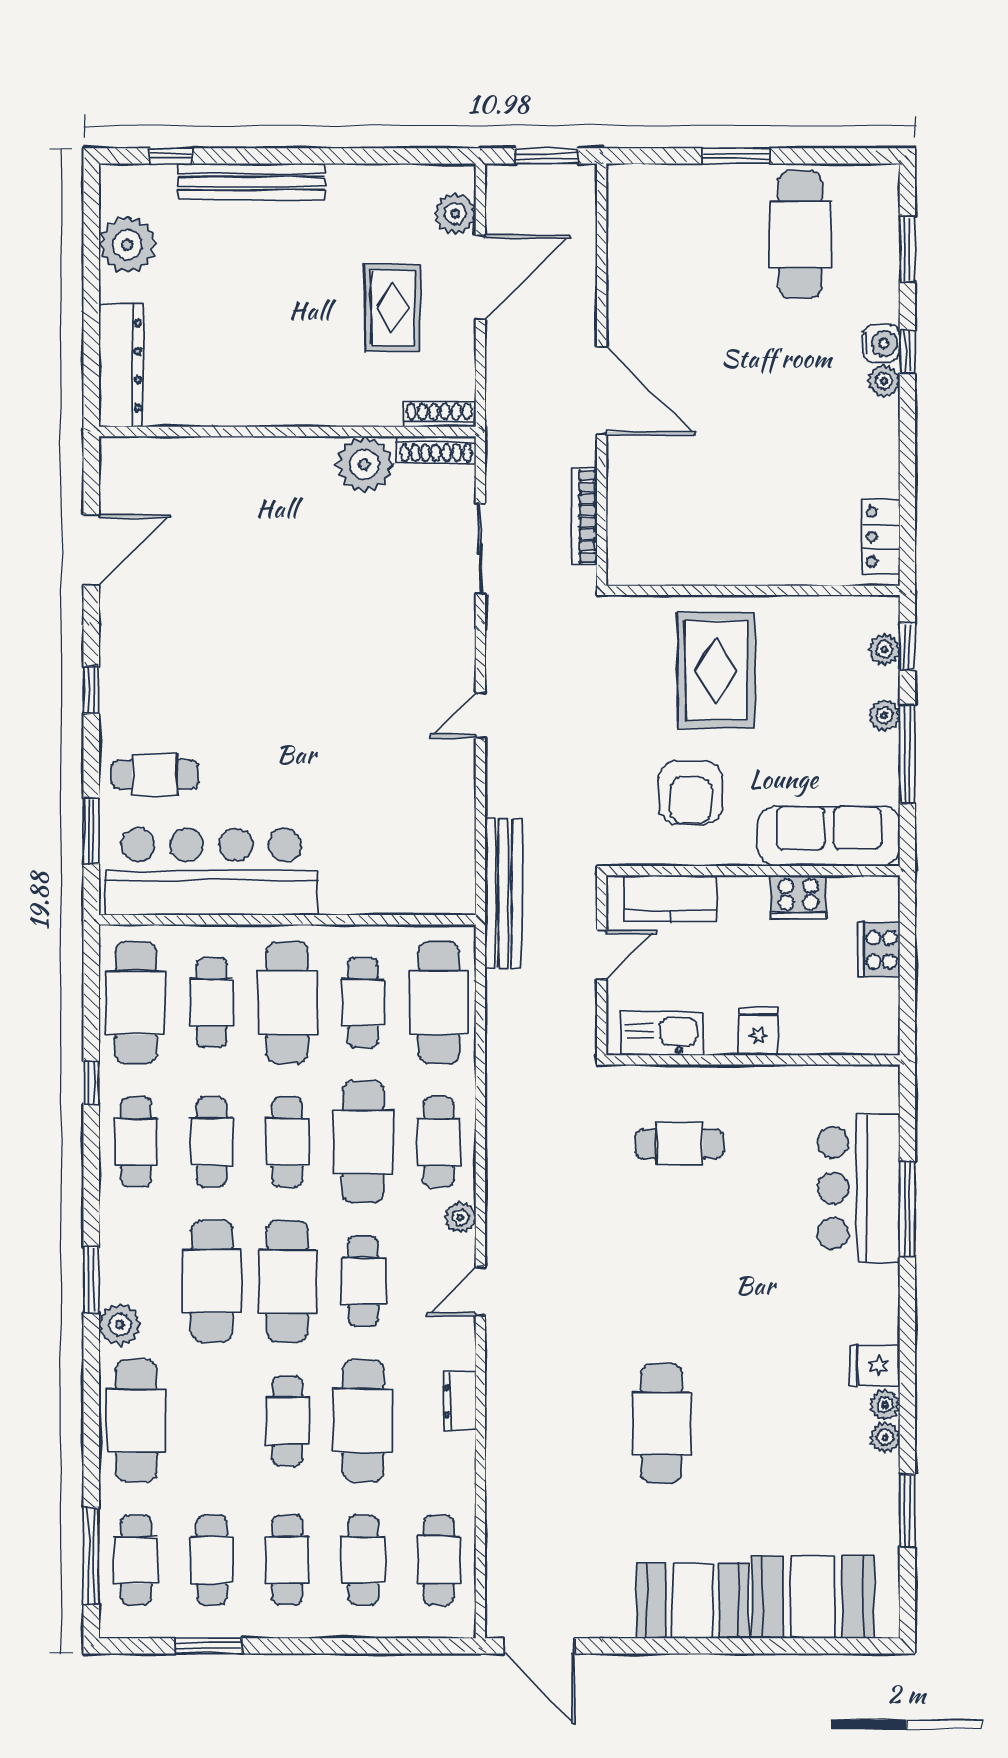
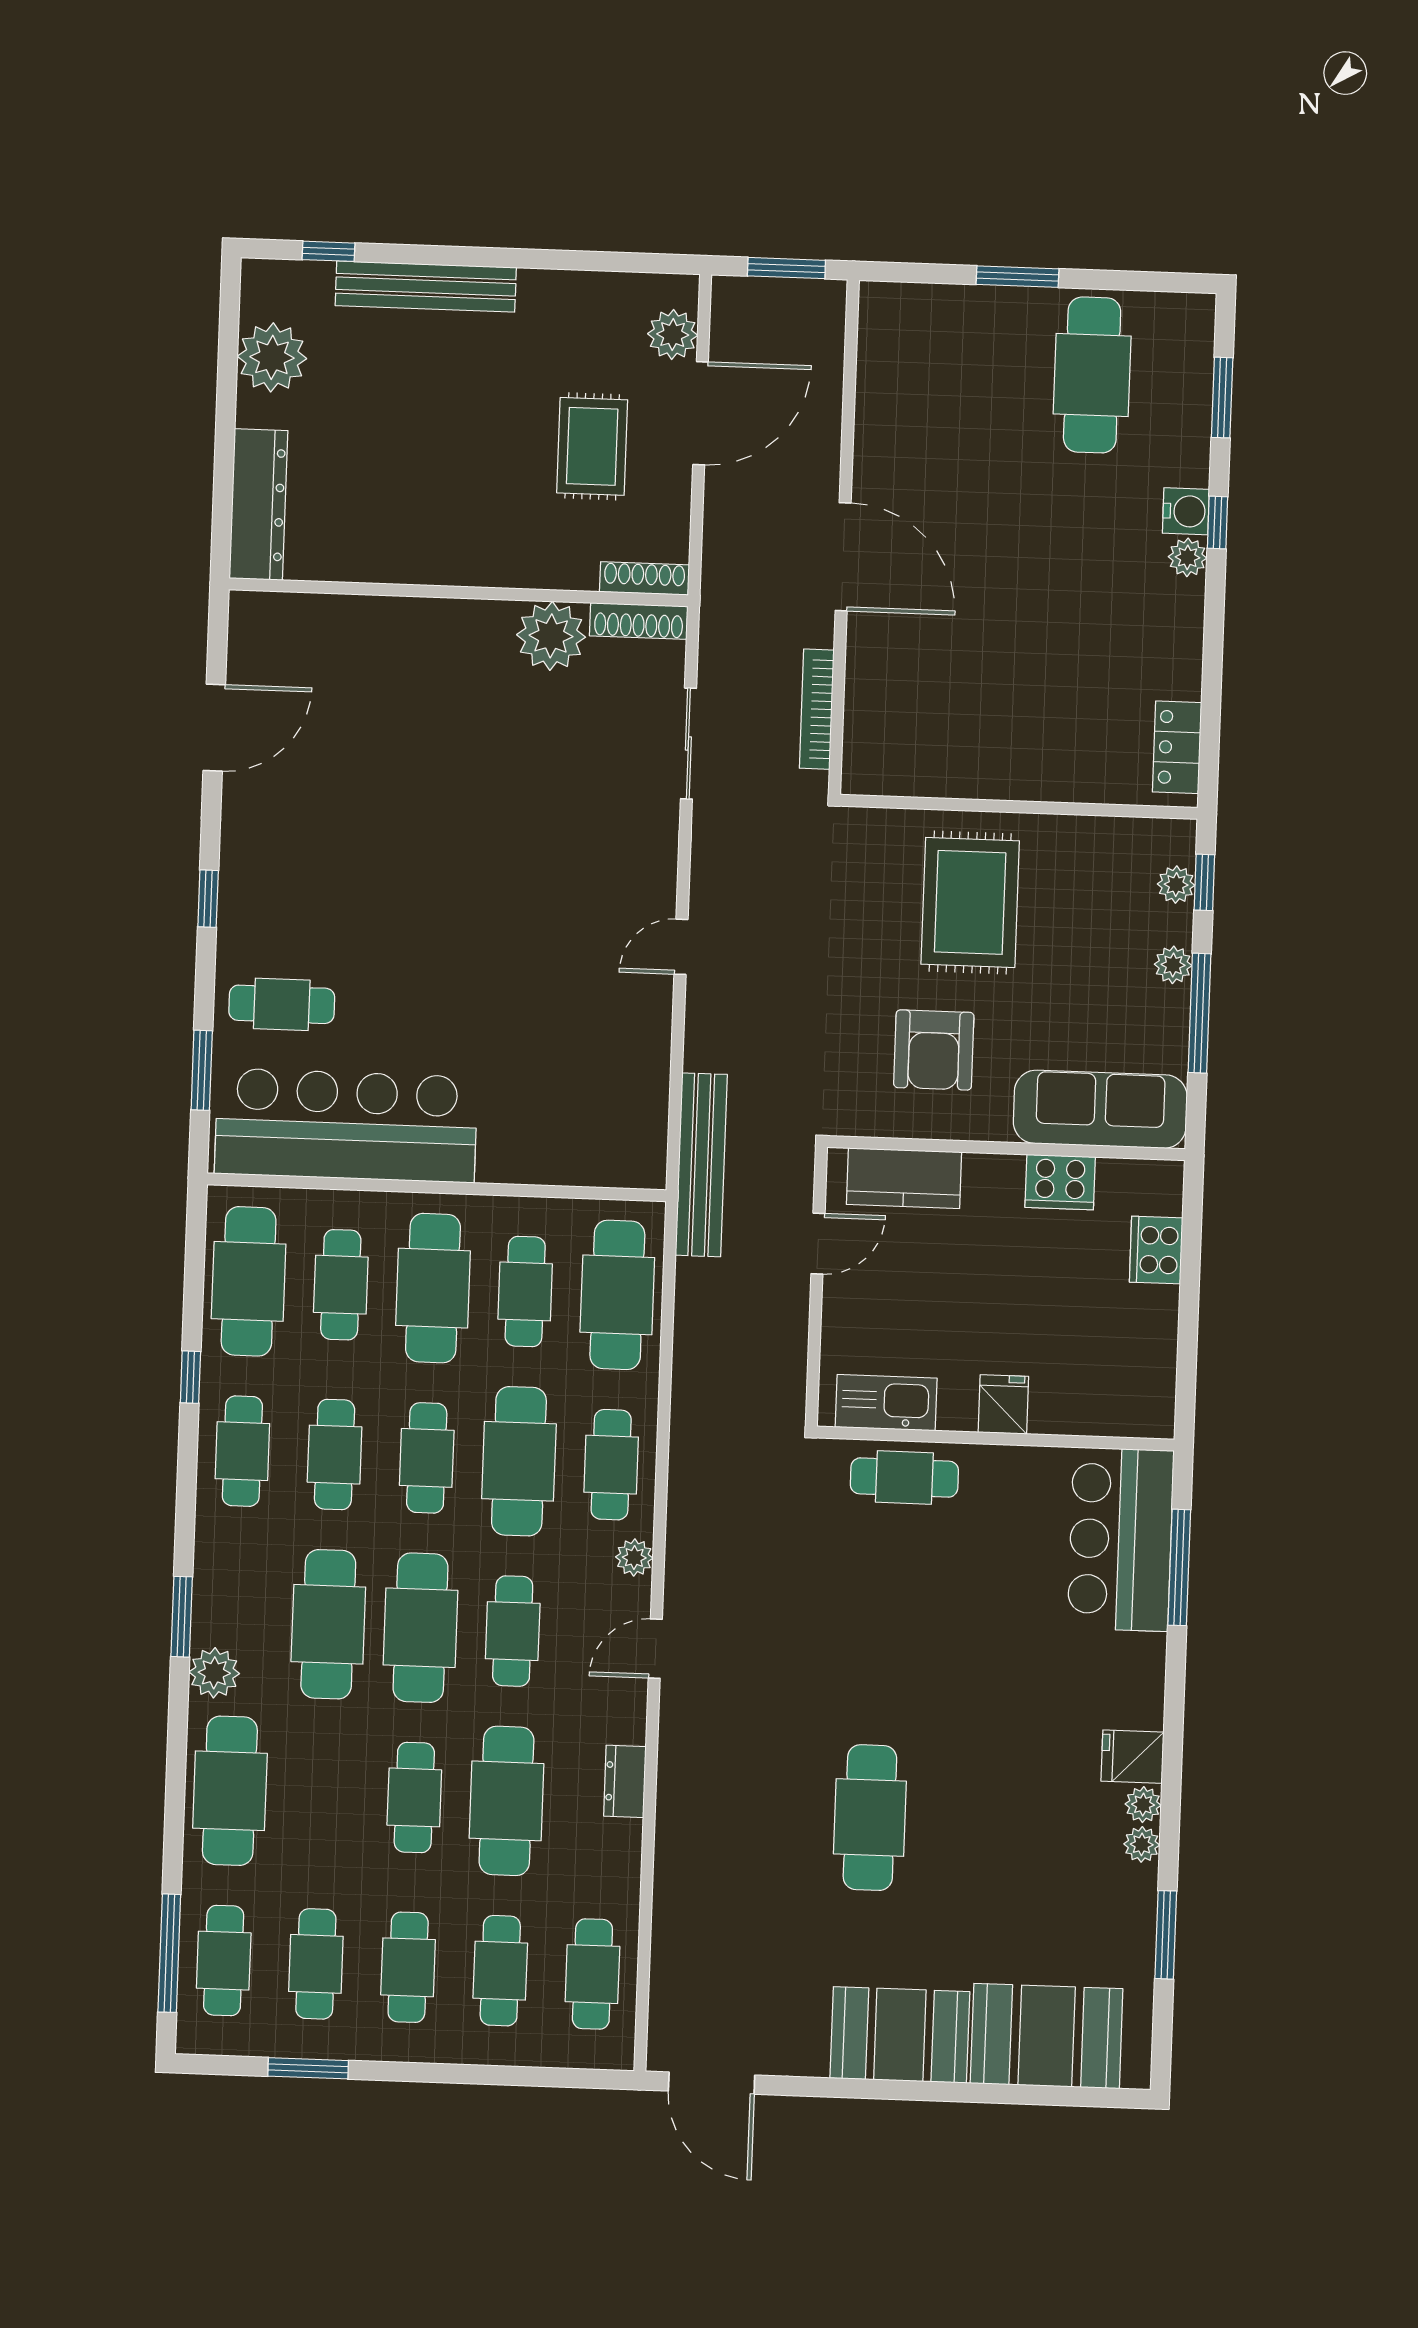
fridge: (758, 1032) -> (1003, 1404), moved
kitchen sink: (662, 1034) -> (886, 1403), moved
wall: (753, 1060) -> (995, 1439), moved

